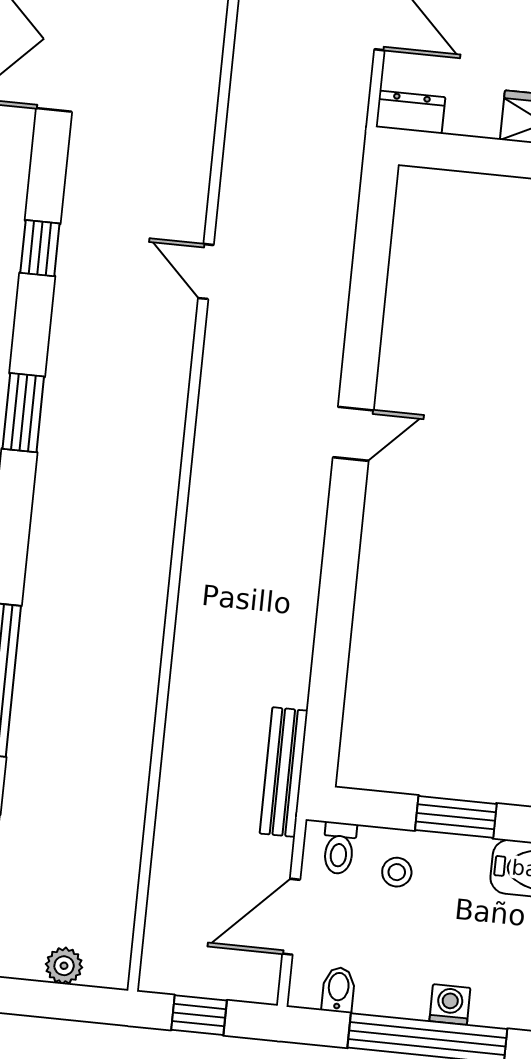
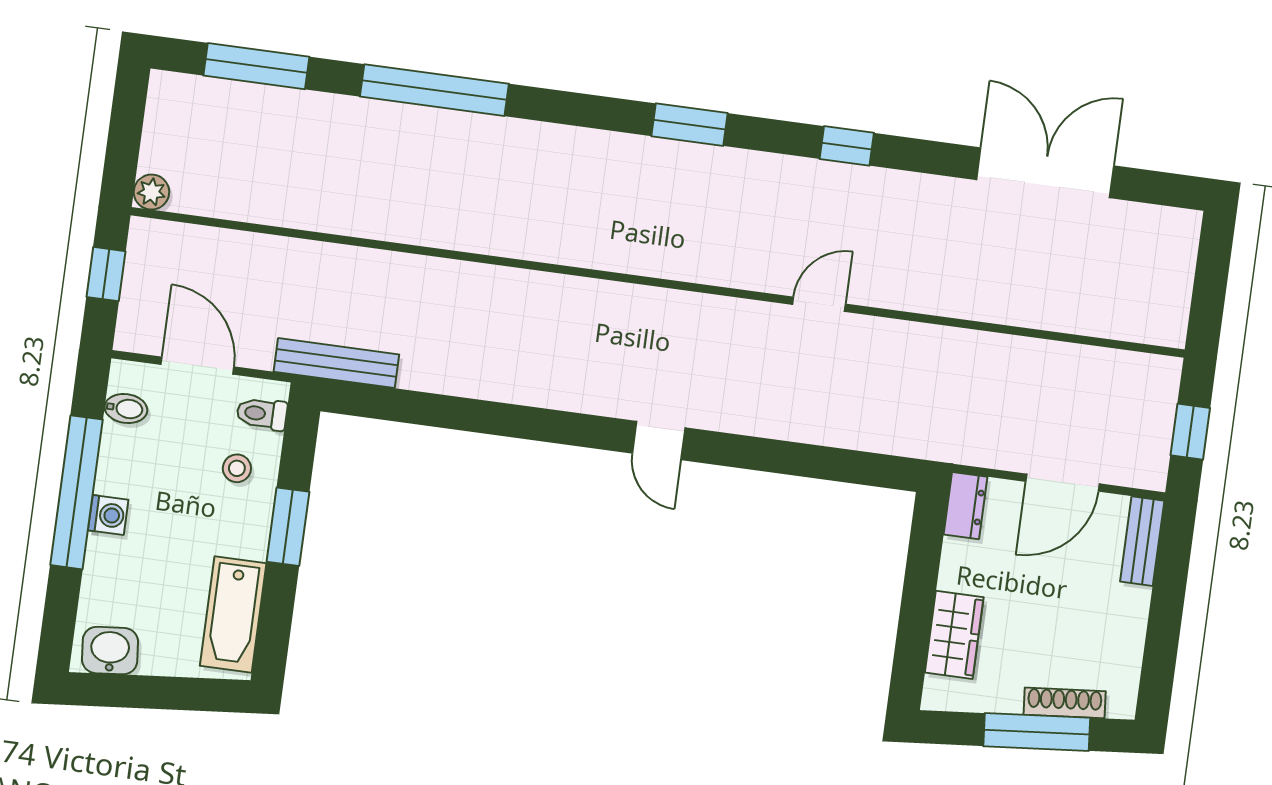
plant: (64, 966) -> (151, 192), moved

